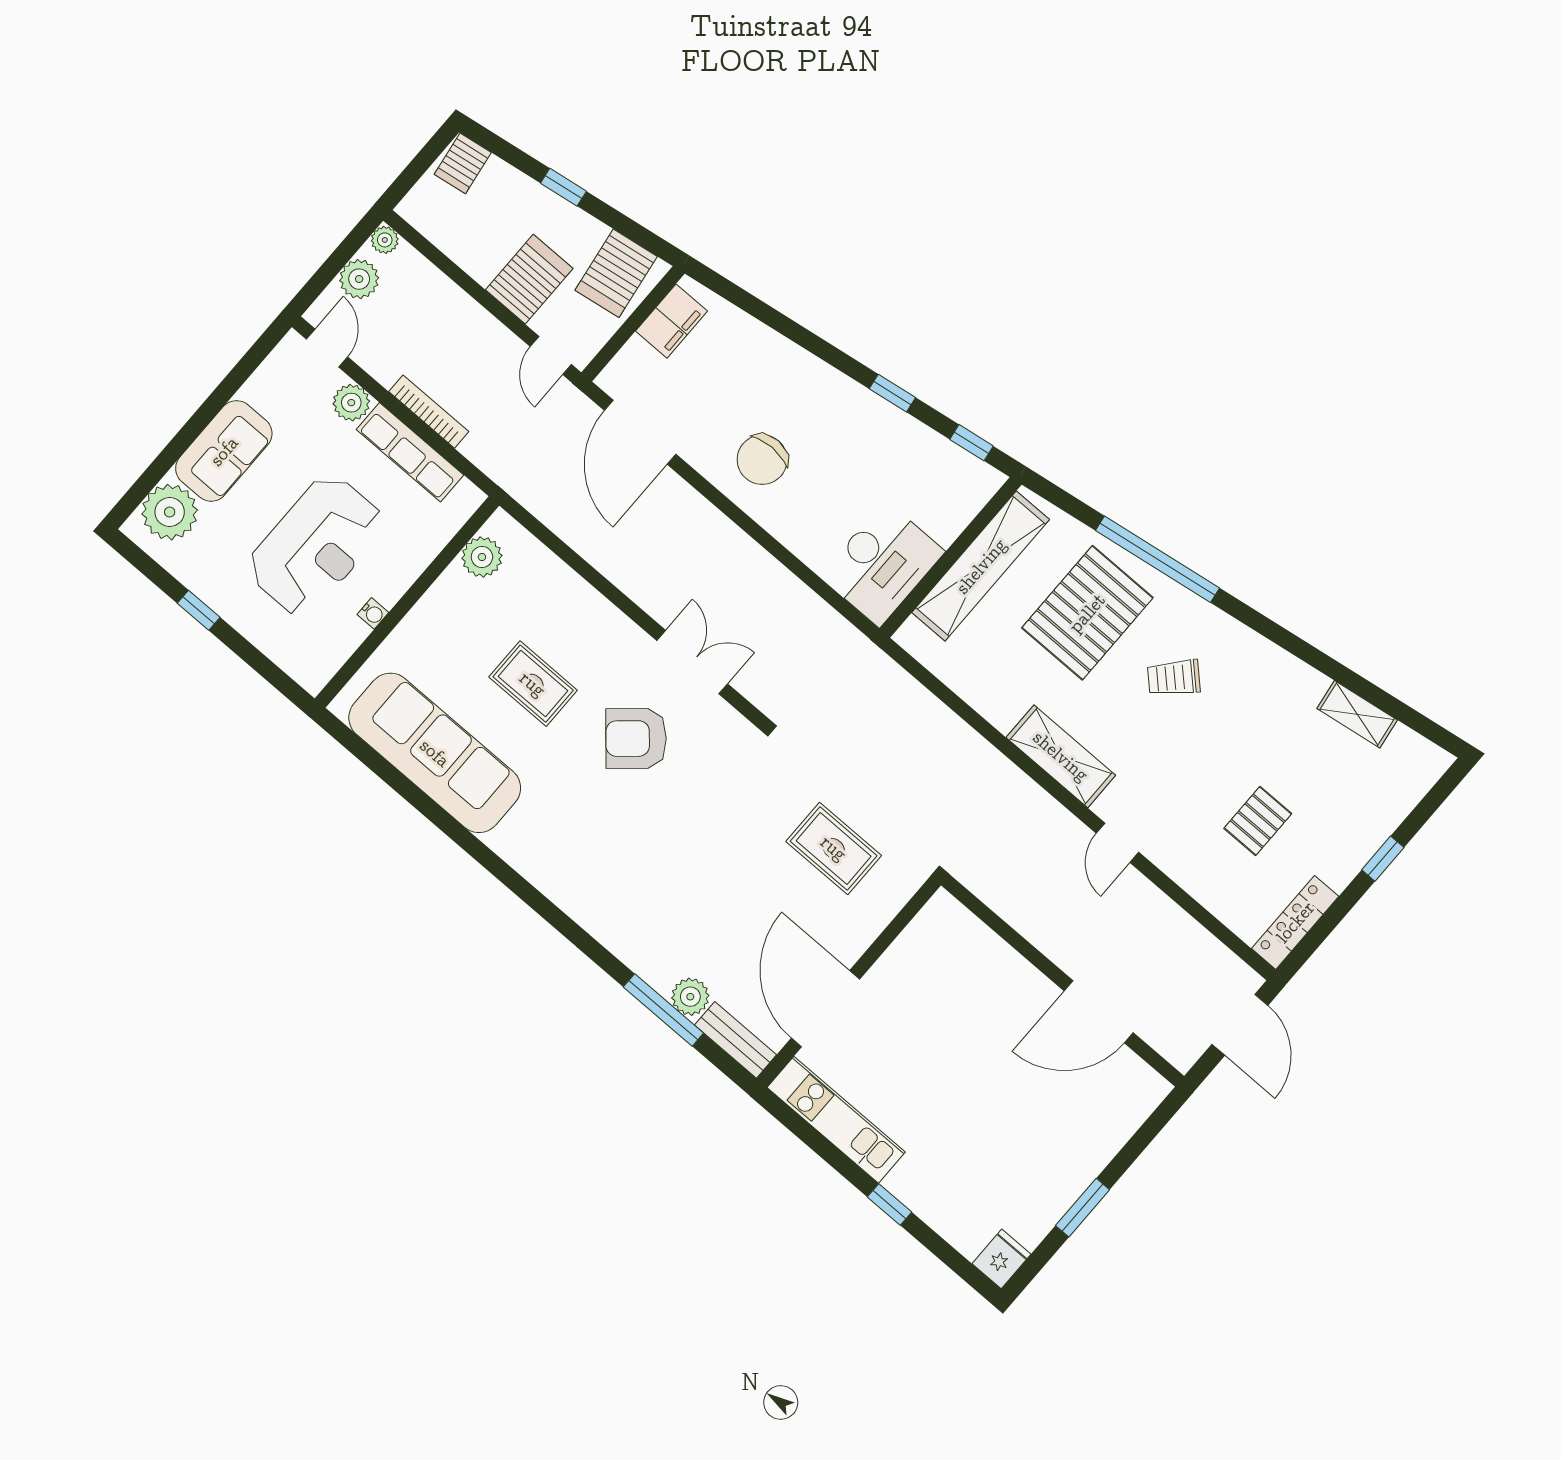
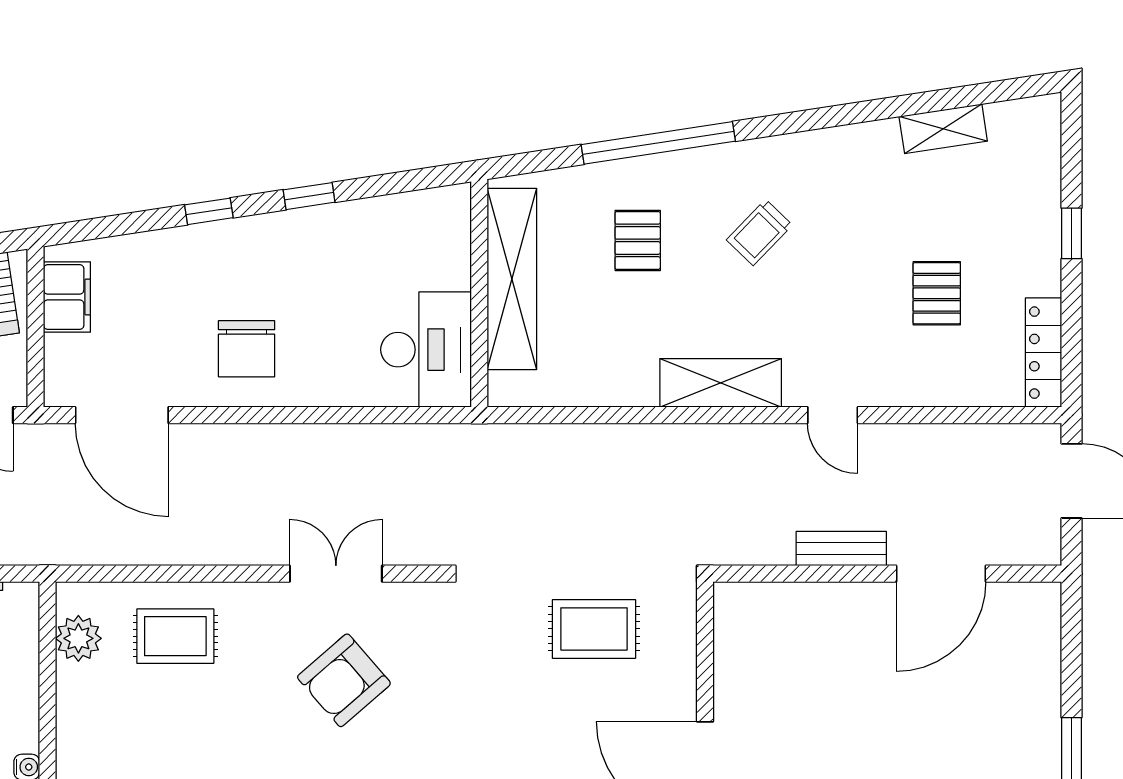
window: (971, 443) -> (209, 211), moved
pallet: (1087, 613) -> (638, 240), width x0.49, depth x0.50
rug: (533, 684) -> (175, 636), moved
bench: (1046, 937) -> (841, 548), added

